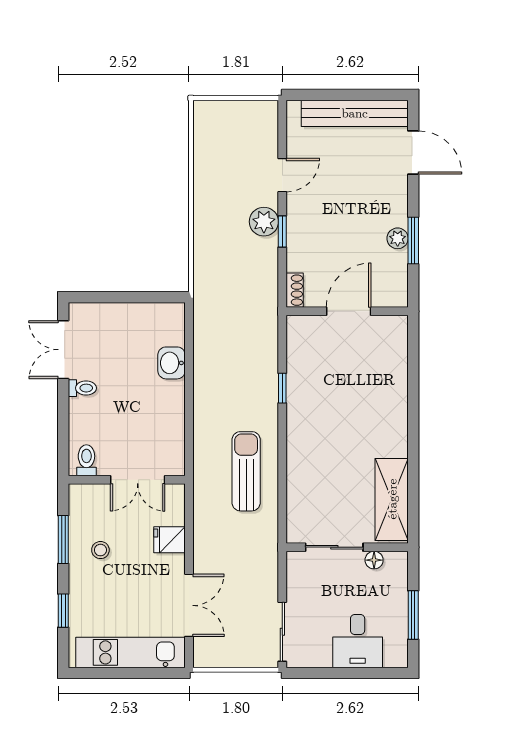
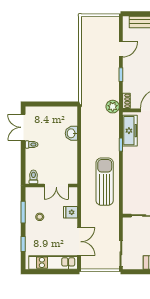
plant: (264, 222) -> (113, 107), moved
freezer: (302, 357) -> (130, 131), added
sun lounger: (246, 471) -> (105, 182), width x1.36, depth x1.34

